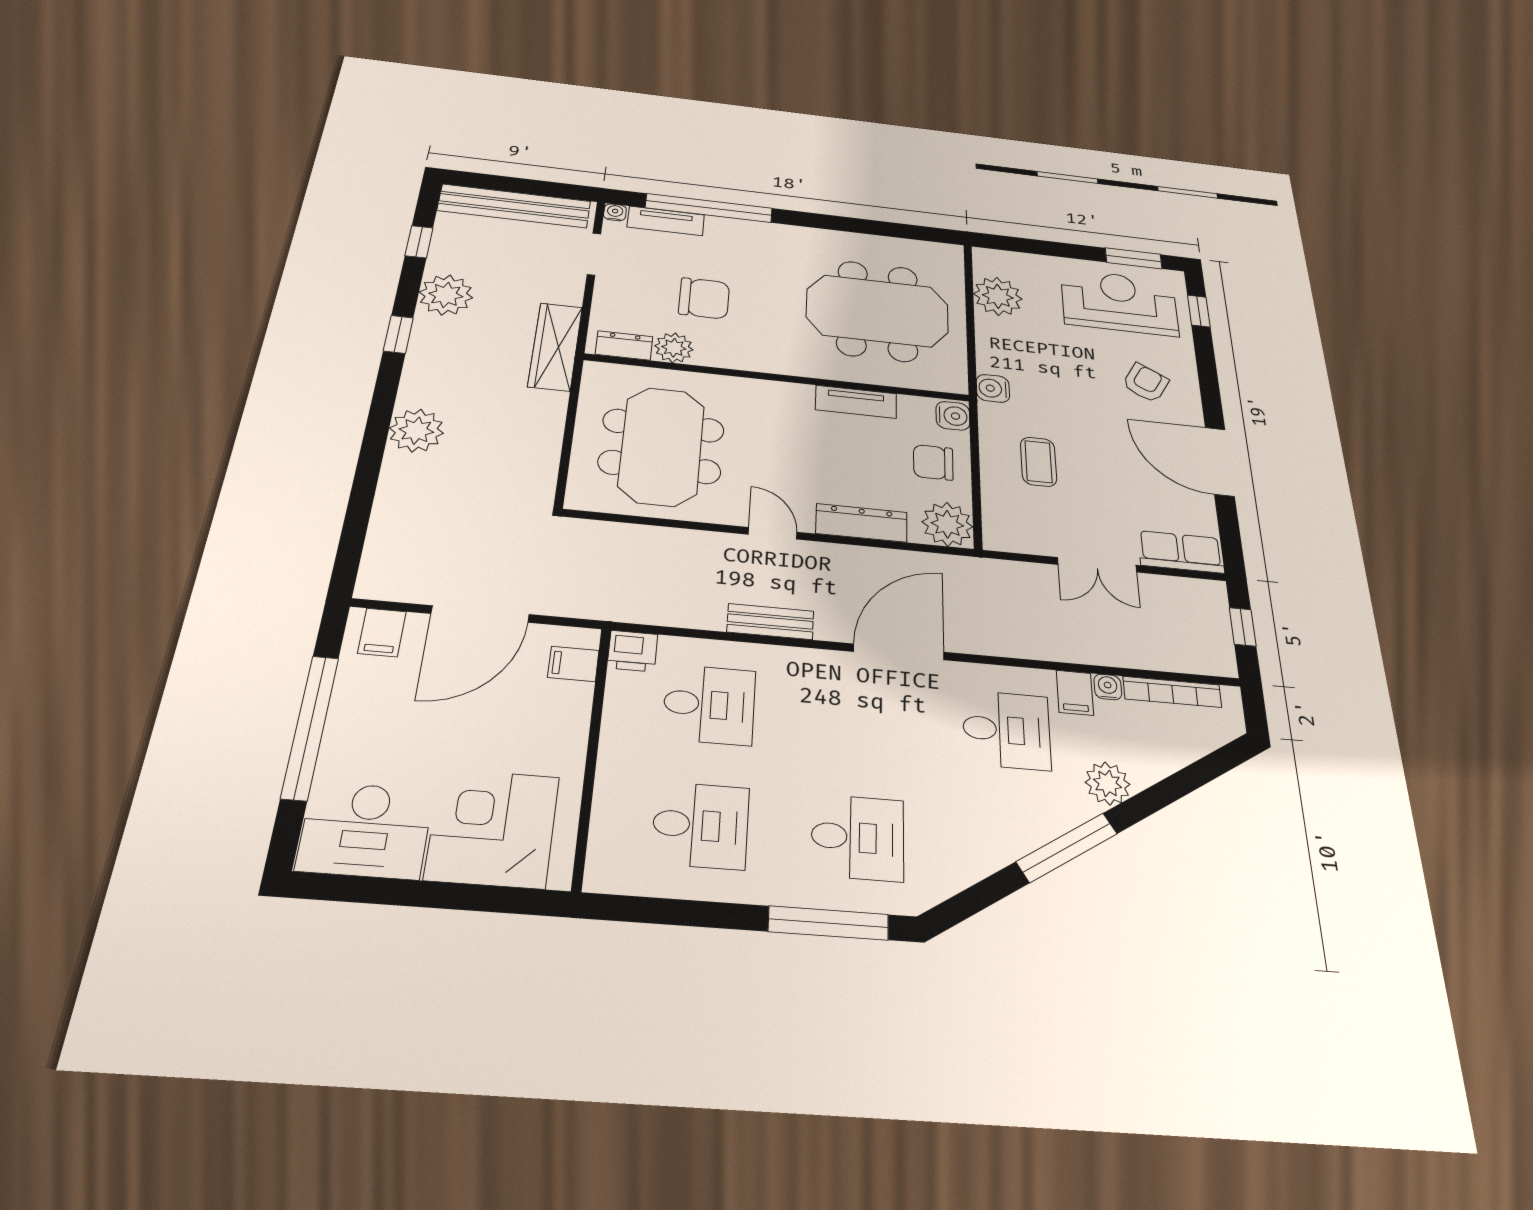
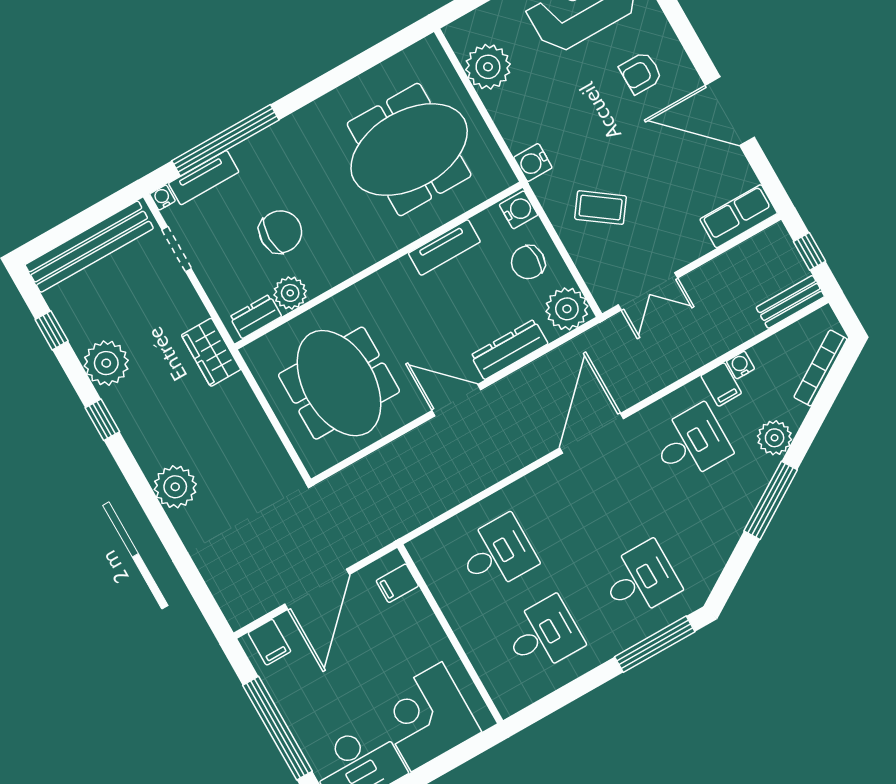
wardrobe: (555, 347) -> (211, 352), width x0.67
armchair: (1146, 383) -> (641, 73), turned -119
coffee table: (1039, 462) -> (601, 208), turned -54
door: (773, 533) -> (456, 400), width x1.38
double door: (1097, 565) -> (648, 291), moved
bench: (770, 622) -> (790, 302), moved
printer: (632, 651) -> (426, 550), removed
bookcase: (1172, 692) -> (820, 368), moved, turned 148

